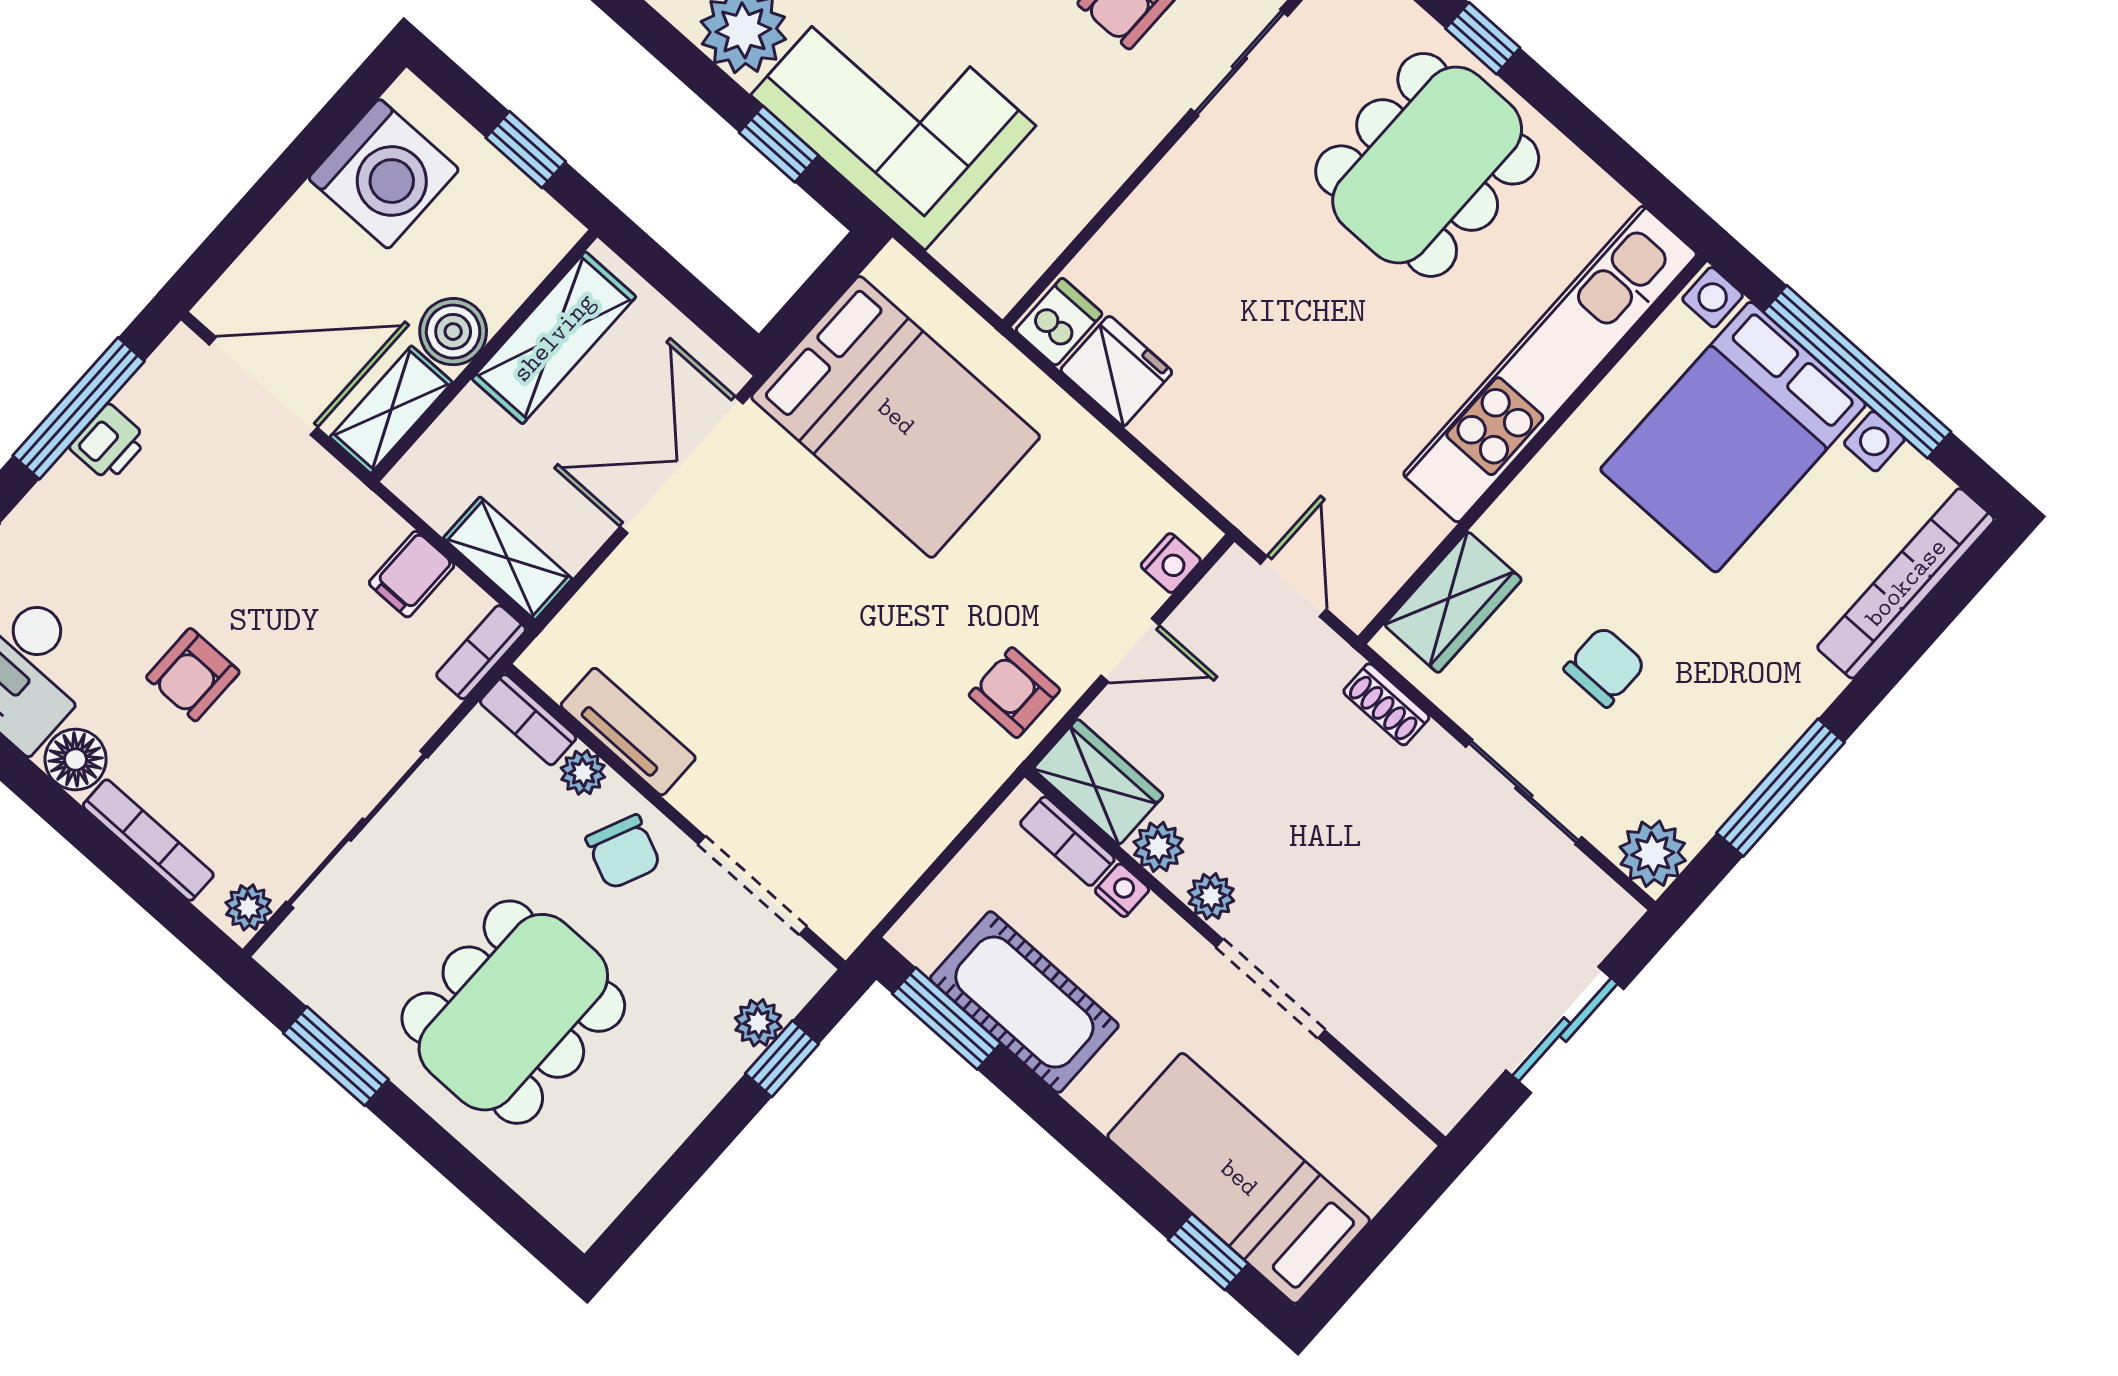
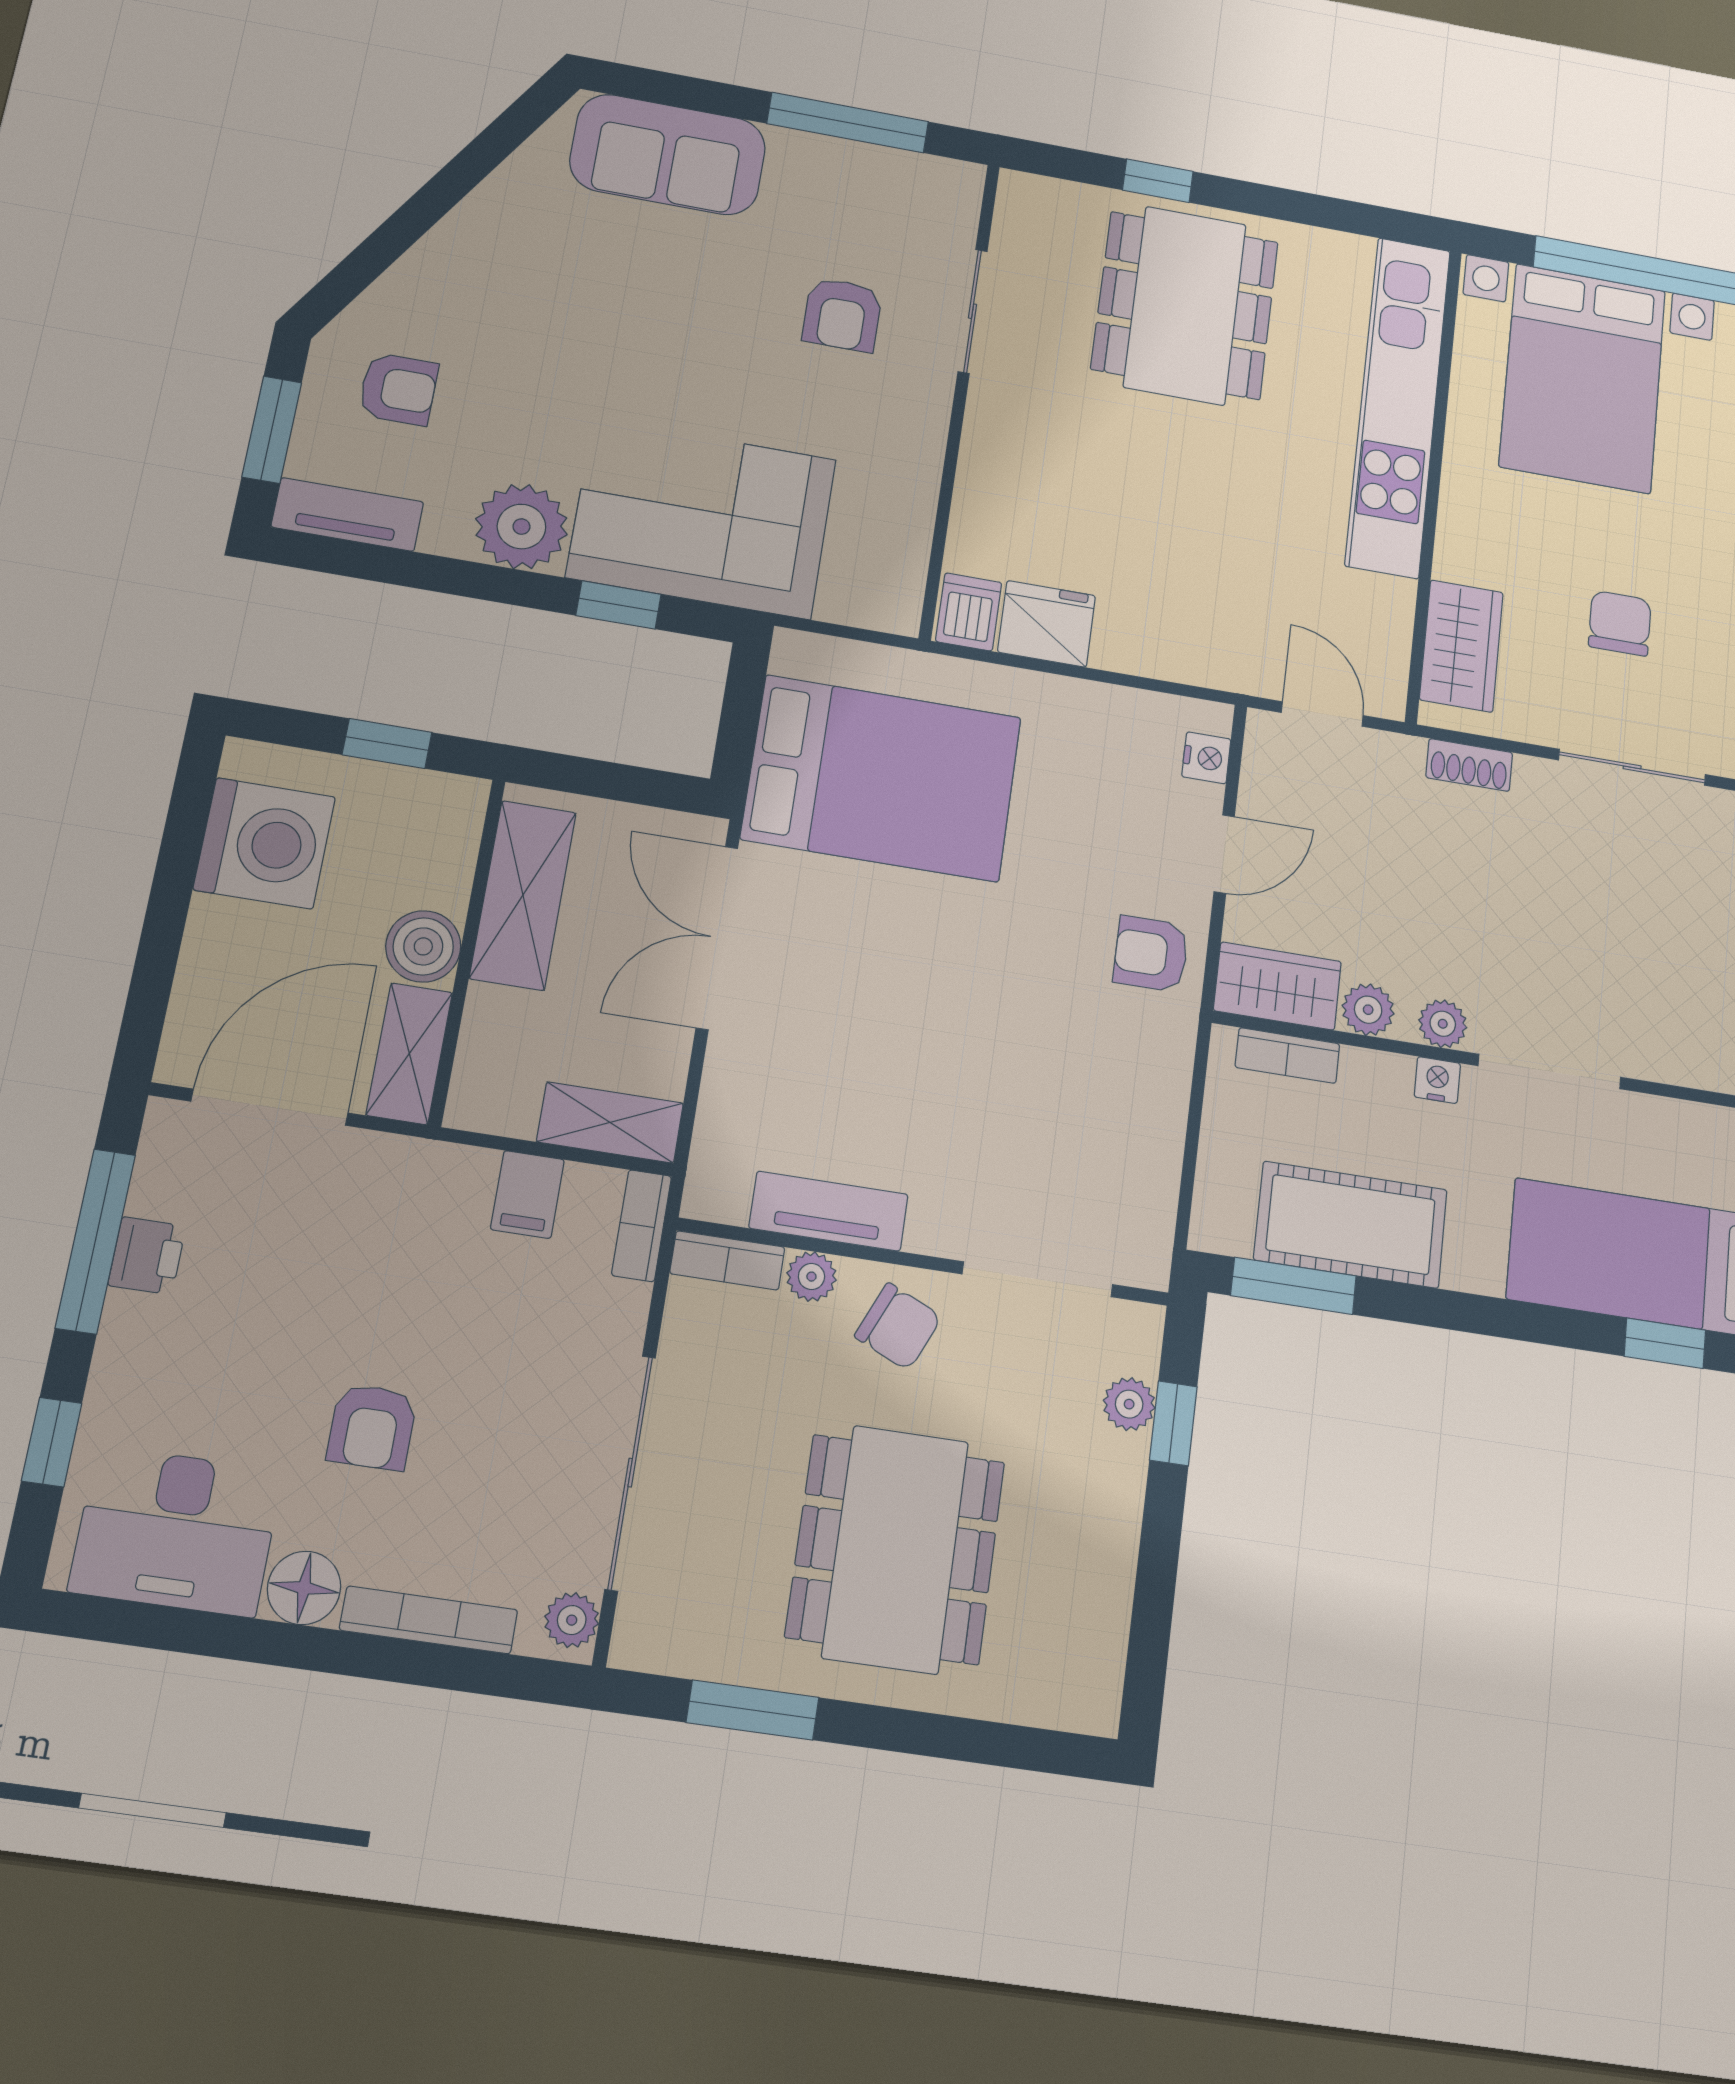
nightstand: (1122, 890) -> (1437, 1080), moved

